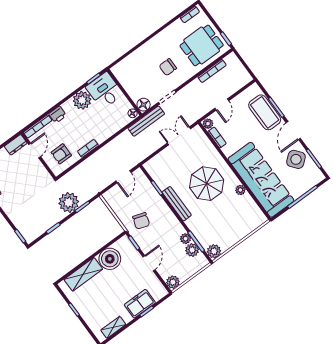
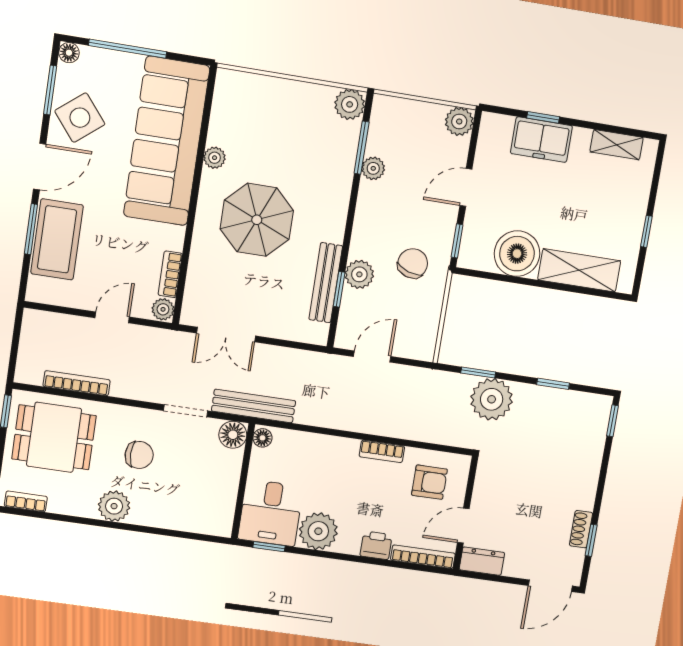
plant: (159, 42) -> (114, 506), added
floor lamp: (320, 177) -> (69, 53), added
bench: (177, 204) -> (326, 283), moved
plant: (192, 250) -> (359, 274), moved

